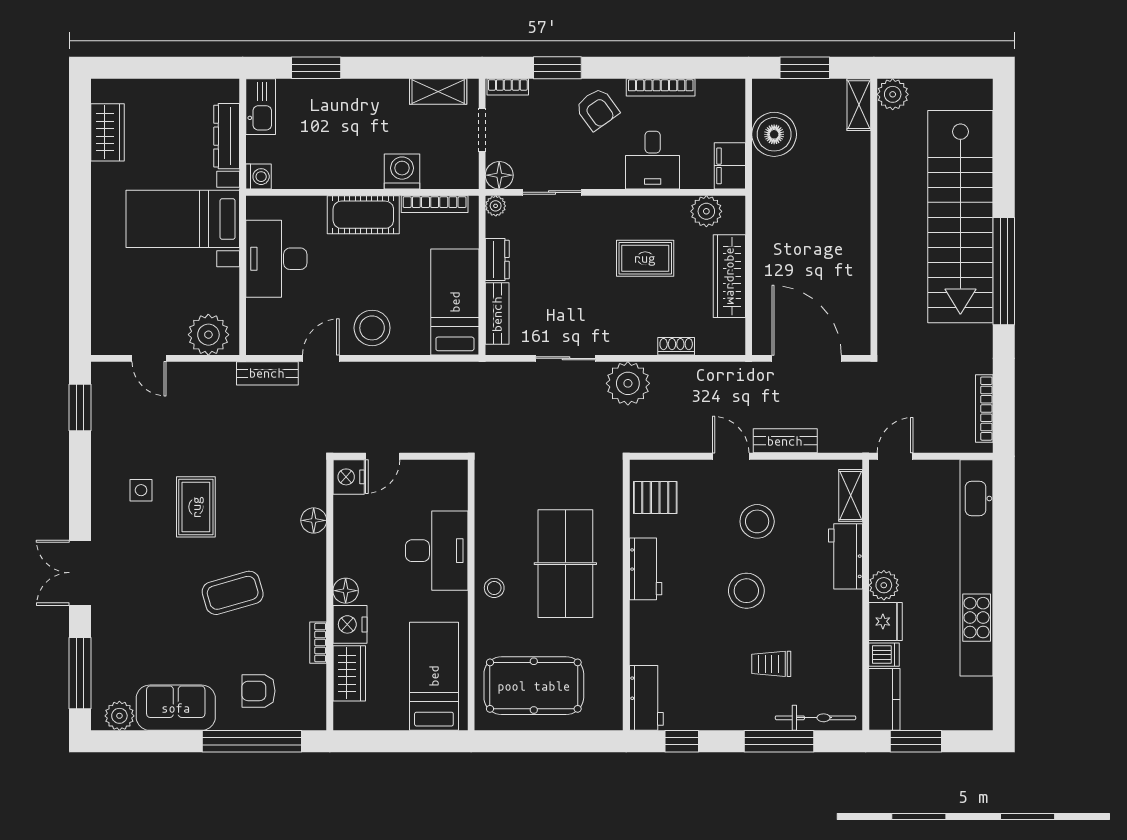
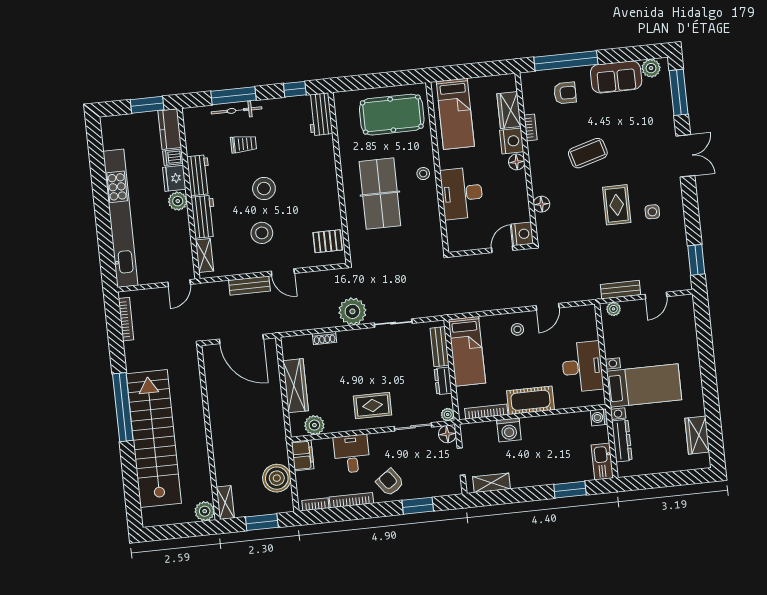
bookcase: (508, 87) -> (315, 504), moved
rug: (645, 258) -> (373, 406), moved
stool: (372, 328) -> (517, 329), width x0.53, depth x0.53
plant: (208, 335) -> (614, 309), width x0.53, depth x0.53
door: (149, 358) -> (656, 295), swing flipped
bench: (267, 373) -> (621, 290), moved
workbench: (646, 569) -> (199, 175), moved, turned 180
bicycle: (816, 718) -> (237, 110), moved

